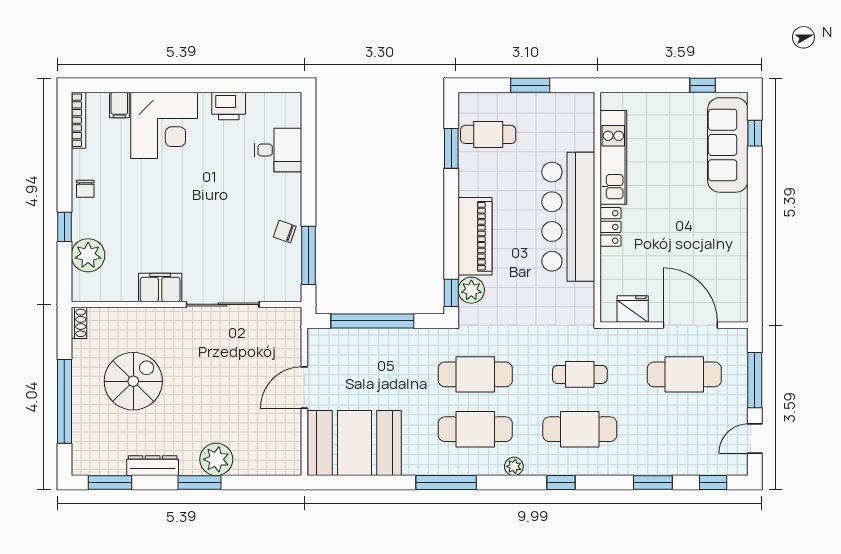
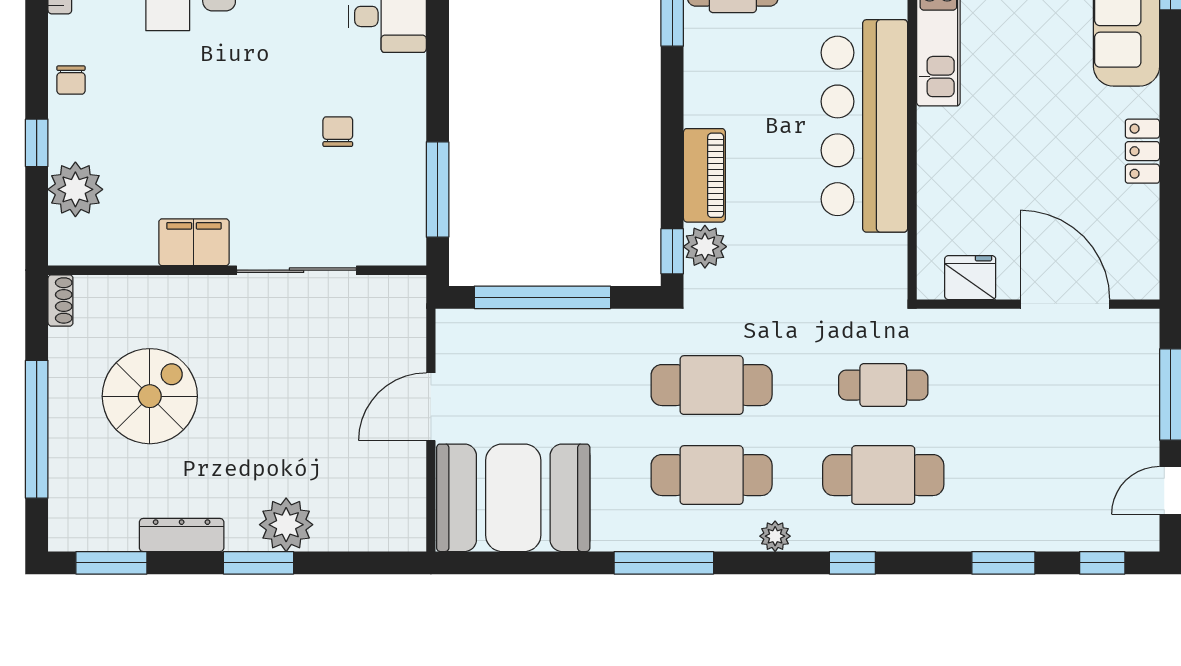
locker: (610, 227) -> (1142, 151), moved, turned 180
chair: (285, 232) -> (338, 132), moved, turned 71
piano: (475, 236) -> (704, 175), width x0.73, depth x0.75
cafe table: (684, 374) -> (1055, 385), removed

